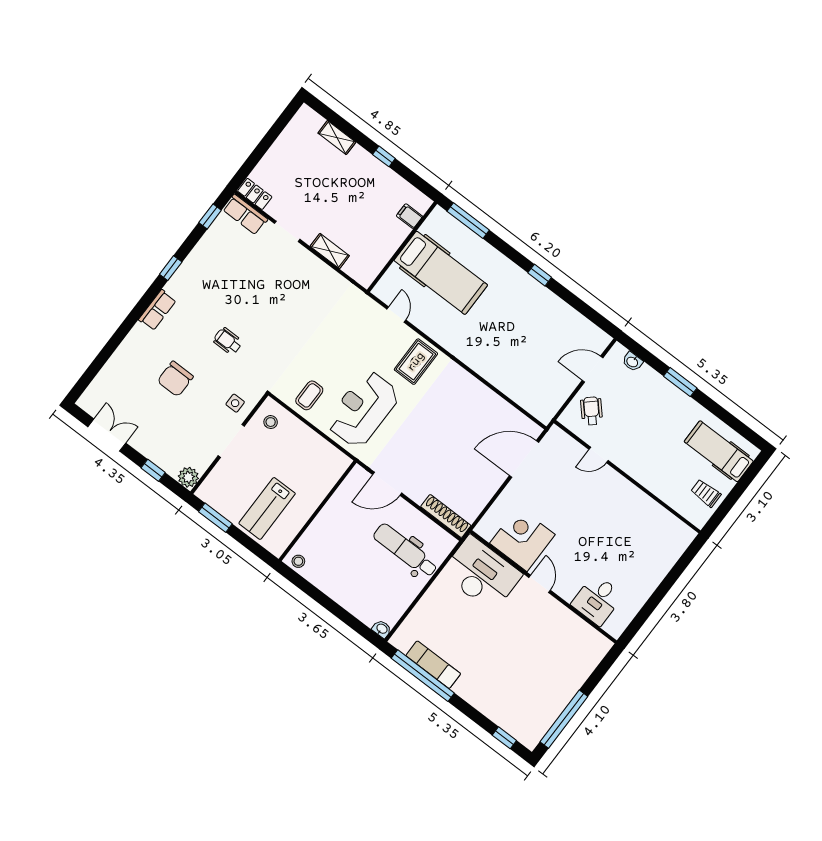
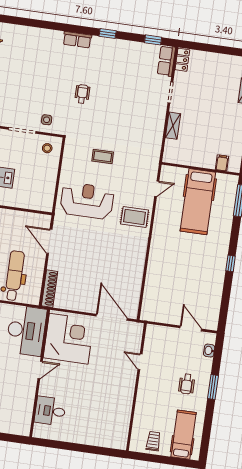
chair: (175, 379) -> (41, 75), removed
coffee table: (309, 395) -> (103, 156), moved
wheelchair: (592, 411) -> (187, 384), moved, turned 132
corner desk: (522, 539) -> (69, 339), width x1.36, depth x1.36

